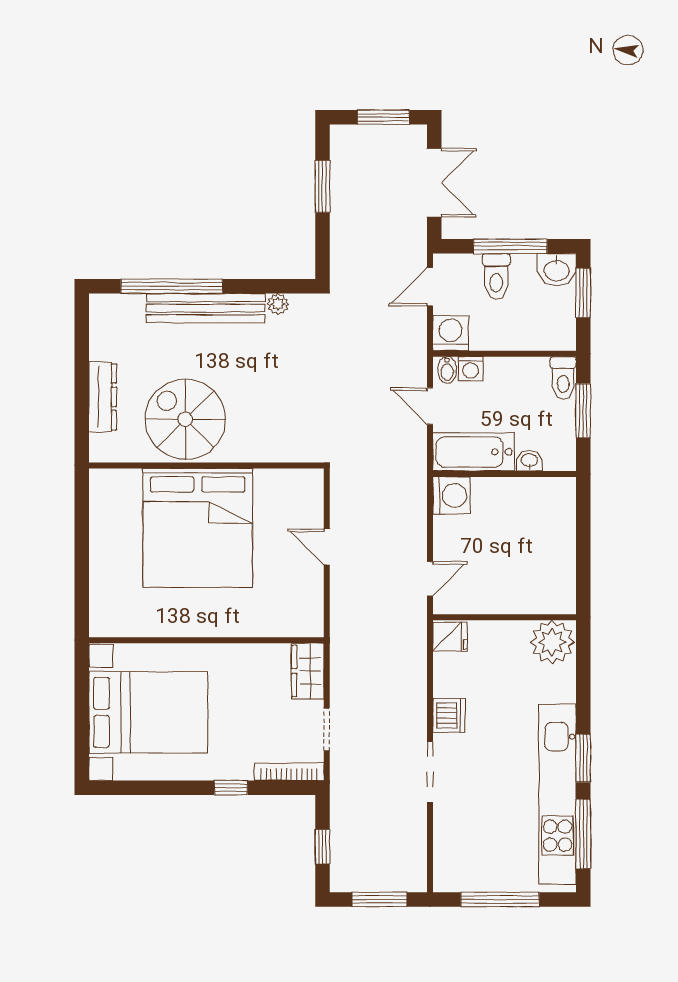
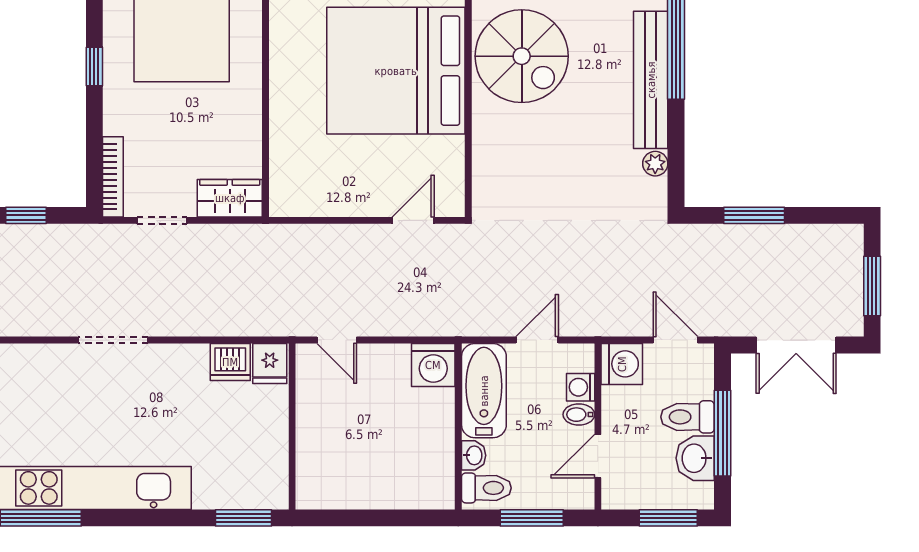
window: (323, 186) -> (754, 215), moved
washbasin: (557, 270) -> (695, 458), moved
door: (530, 354) -> (598, 456), added
bidet: (447, 370) -> (579, 415), moved
toilet: (563, 378) -> (486, 488), moved, turned 180
spiral stairs: (185, 419) -> (522, 56), turned 90
door: (327, 547) -> (413, 220), moved
plant: (552, 642) -> (263, 482), removed
dishwasher: (449, 715) -> (230, 362), moved
window: (583, 758) -> (243, 518), moved
window: (231, 788) -> (94, 66), moved

